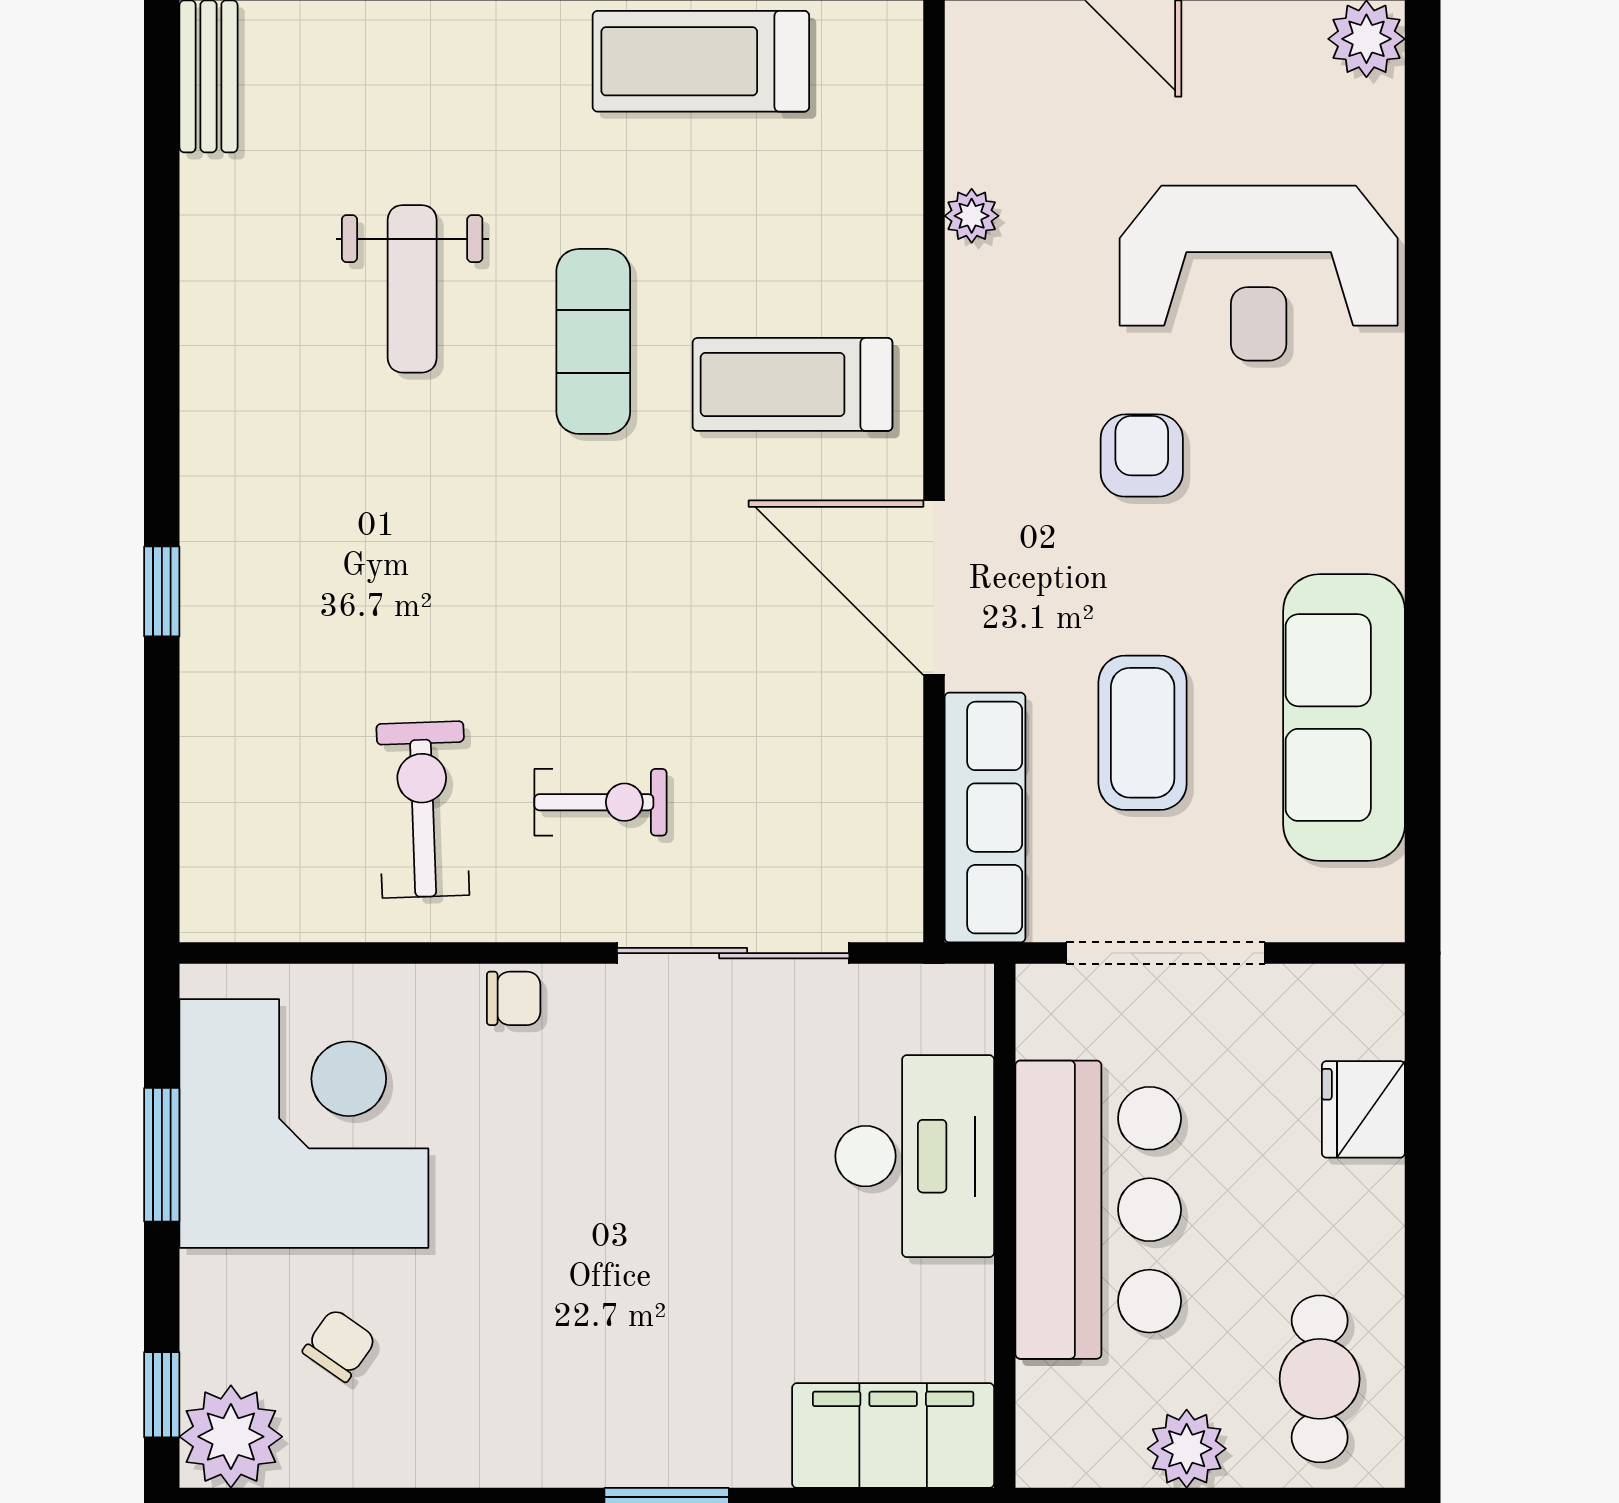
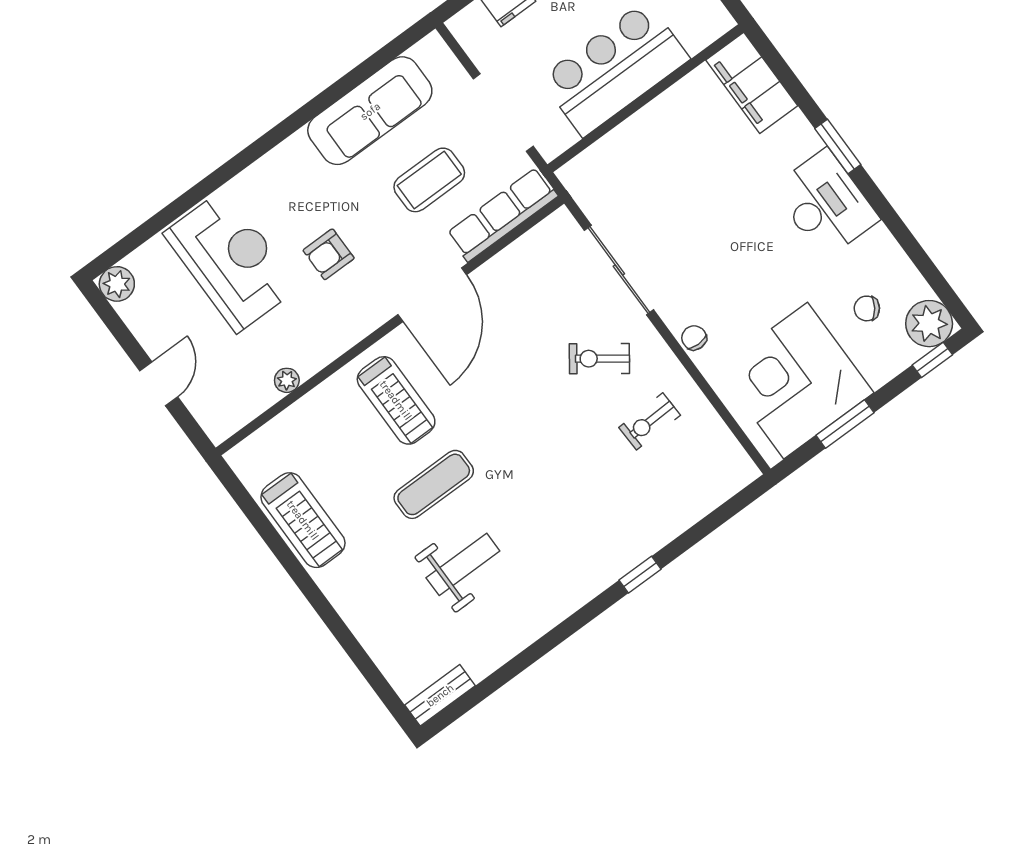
exercise bike: (601, 802) -> (599, 359), turned -54
exercise bike: (423, 810) -> (650, 421), width x0.73, depth x0.72
desk: (915, 1156) -> (825, 204), moved, turned 90

